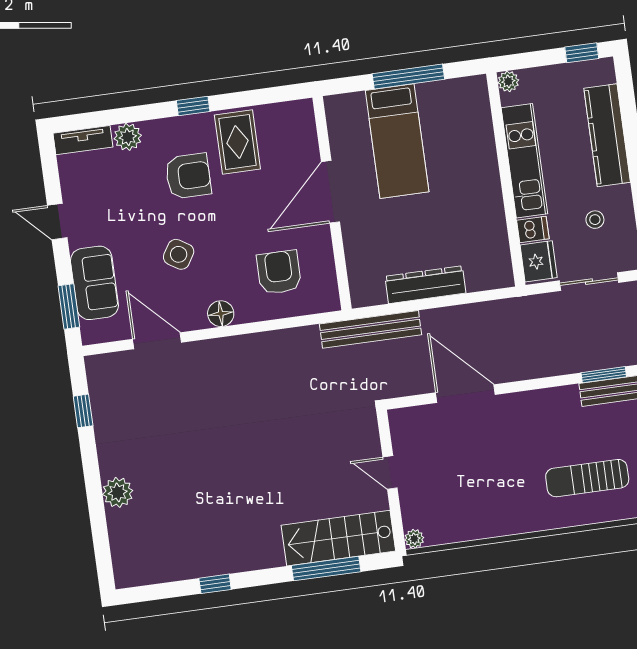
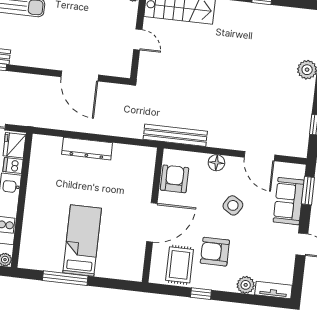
door: (330, 192) -> (152, 222), moved
wall: (332, 203) -> (153, 215), moved
armchair: (279, 272) -> (174, 179), turned 180
bench: (371, 329) -> (175, 135), moved

